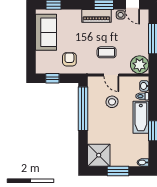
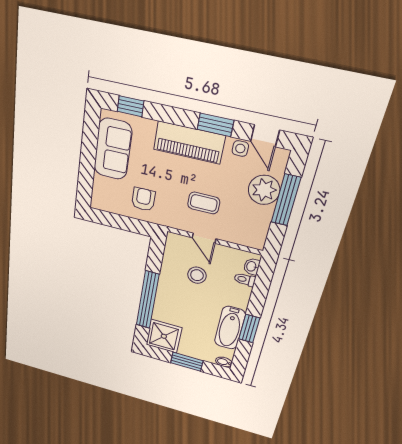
piano: (96, 16) -> (189, 143), width x1.37, depth x1.33
plant: (140, 65) -> (264, 190), moved
window: (52, 78) -> (114, 220), removed
window: (83, 109) -> (148, 300), moved
bathtub: (141, 117) -> (230, 328), moved

